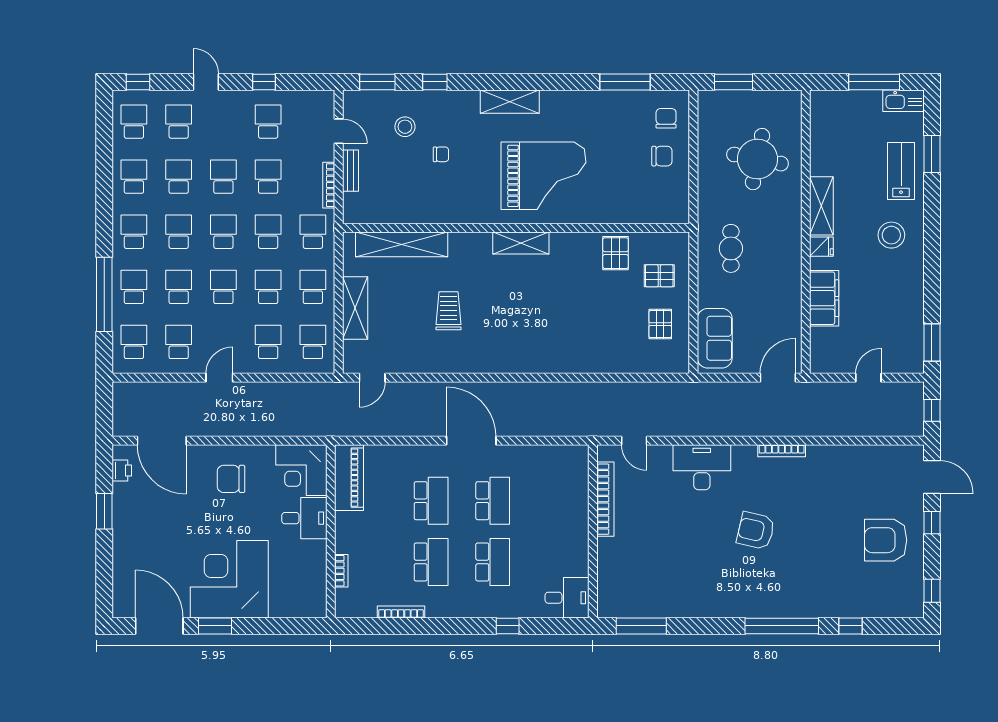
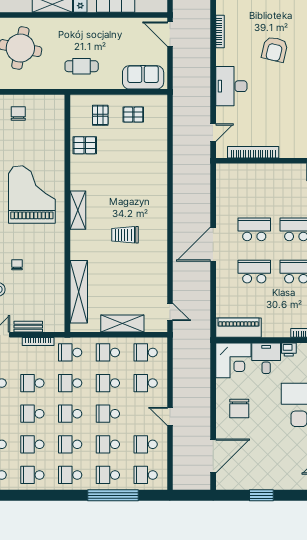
trolley: (449, 311) -> (125, 235), moved
printer: (122, 470) -> (289, 350), moved, turned 180

